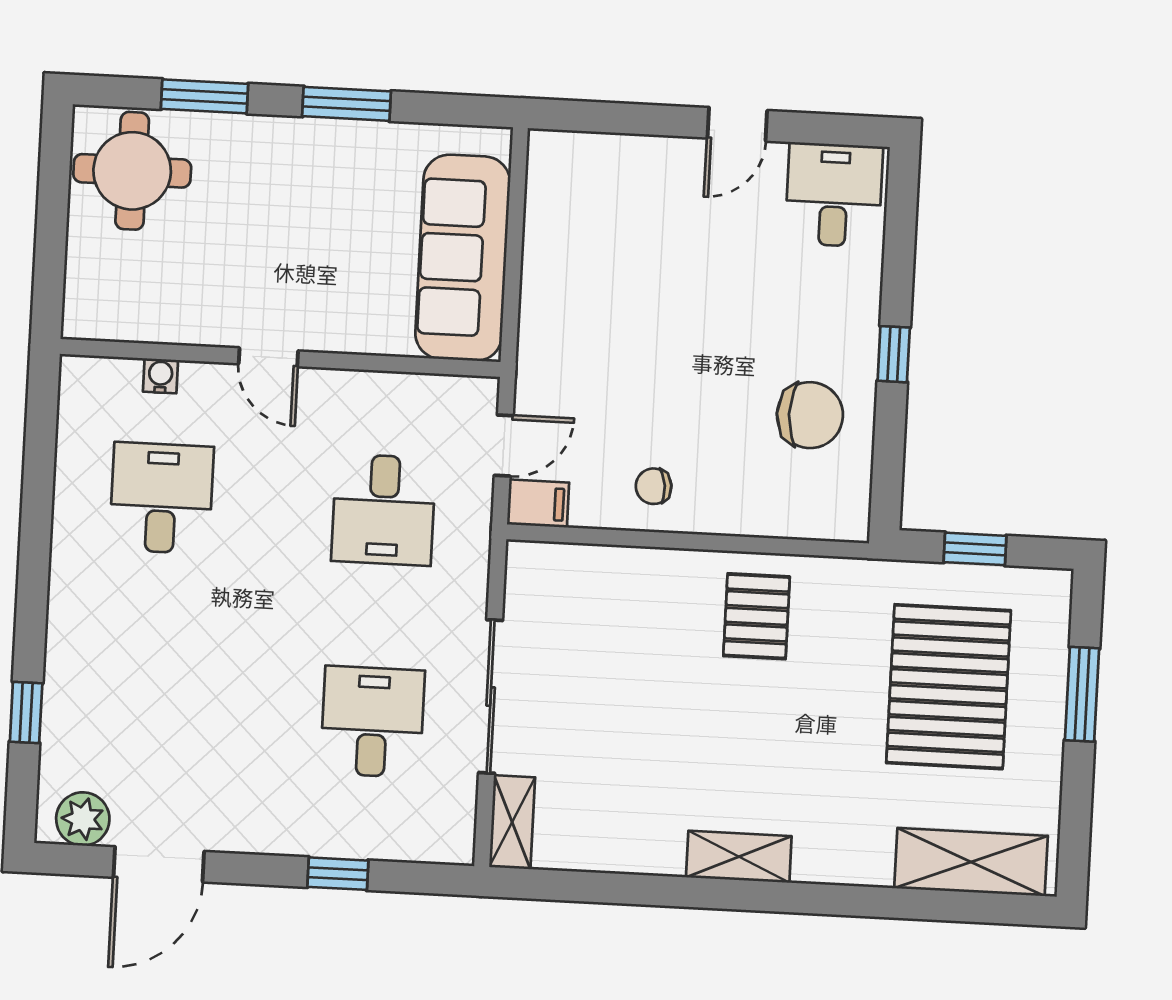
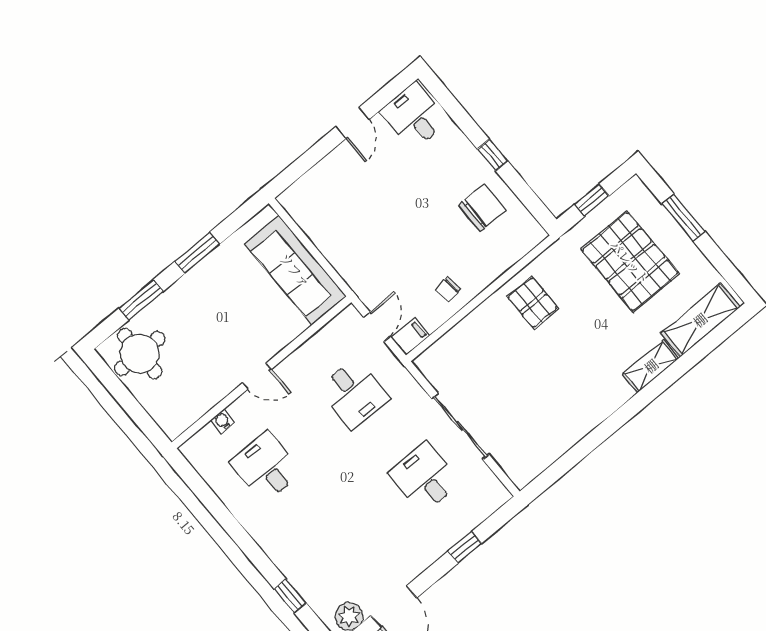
shelving: (512, 822) -> (513, 466), removed
shelving: (739, 857) -> (651, 366), moved

